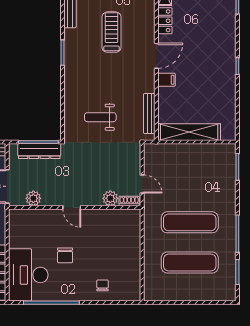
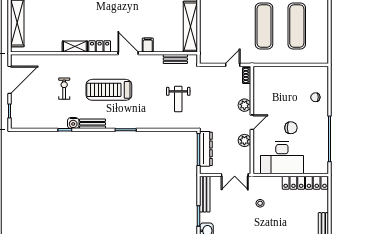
treadmill: (112, 32) -> (109, 90), width x1.37, depth x1.38
bench: (149, 114) -> (175, 59), width x0.73
plant: (33, 198) -> (244, 140), moved
plant: (110, 198) -> (244, 105), moved
desk: (28, 275) -> (282, 158), moved

